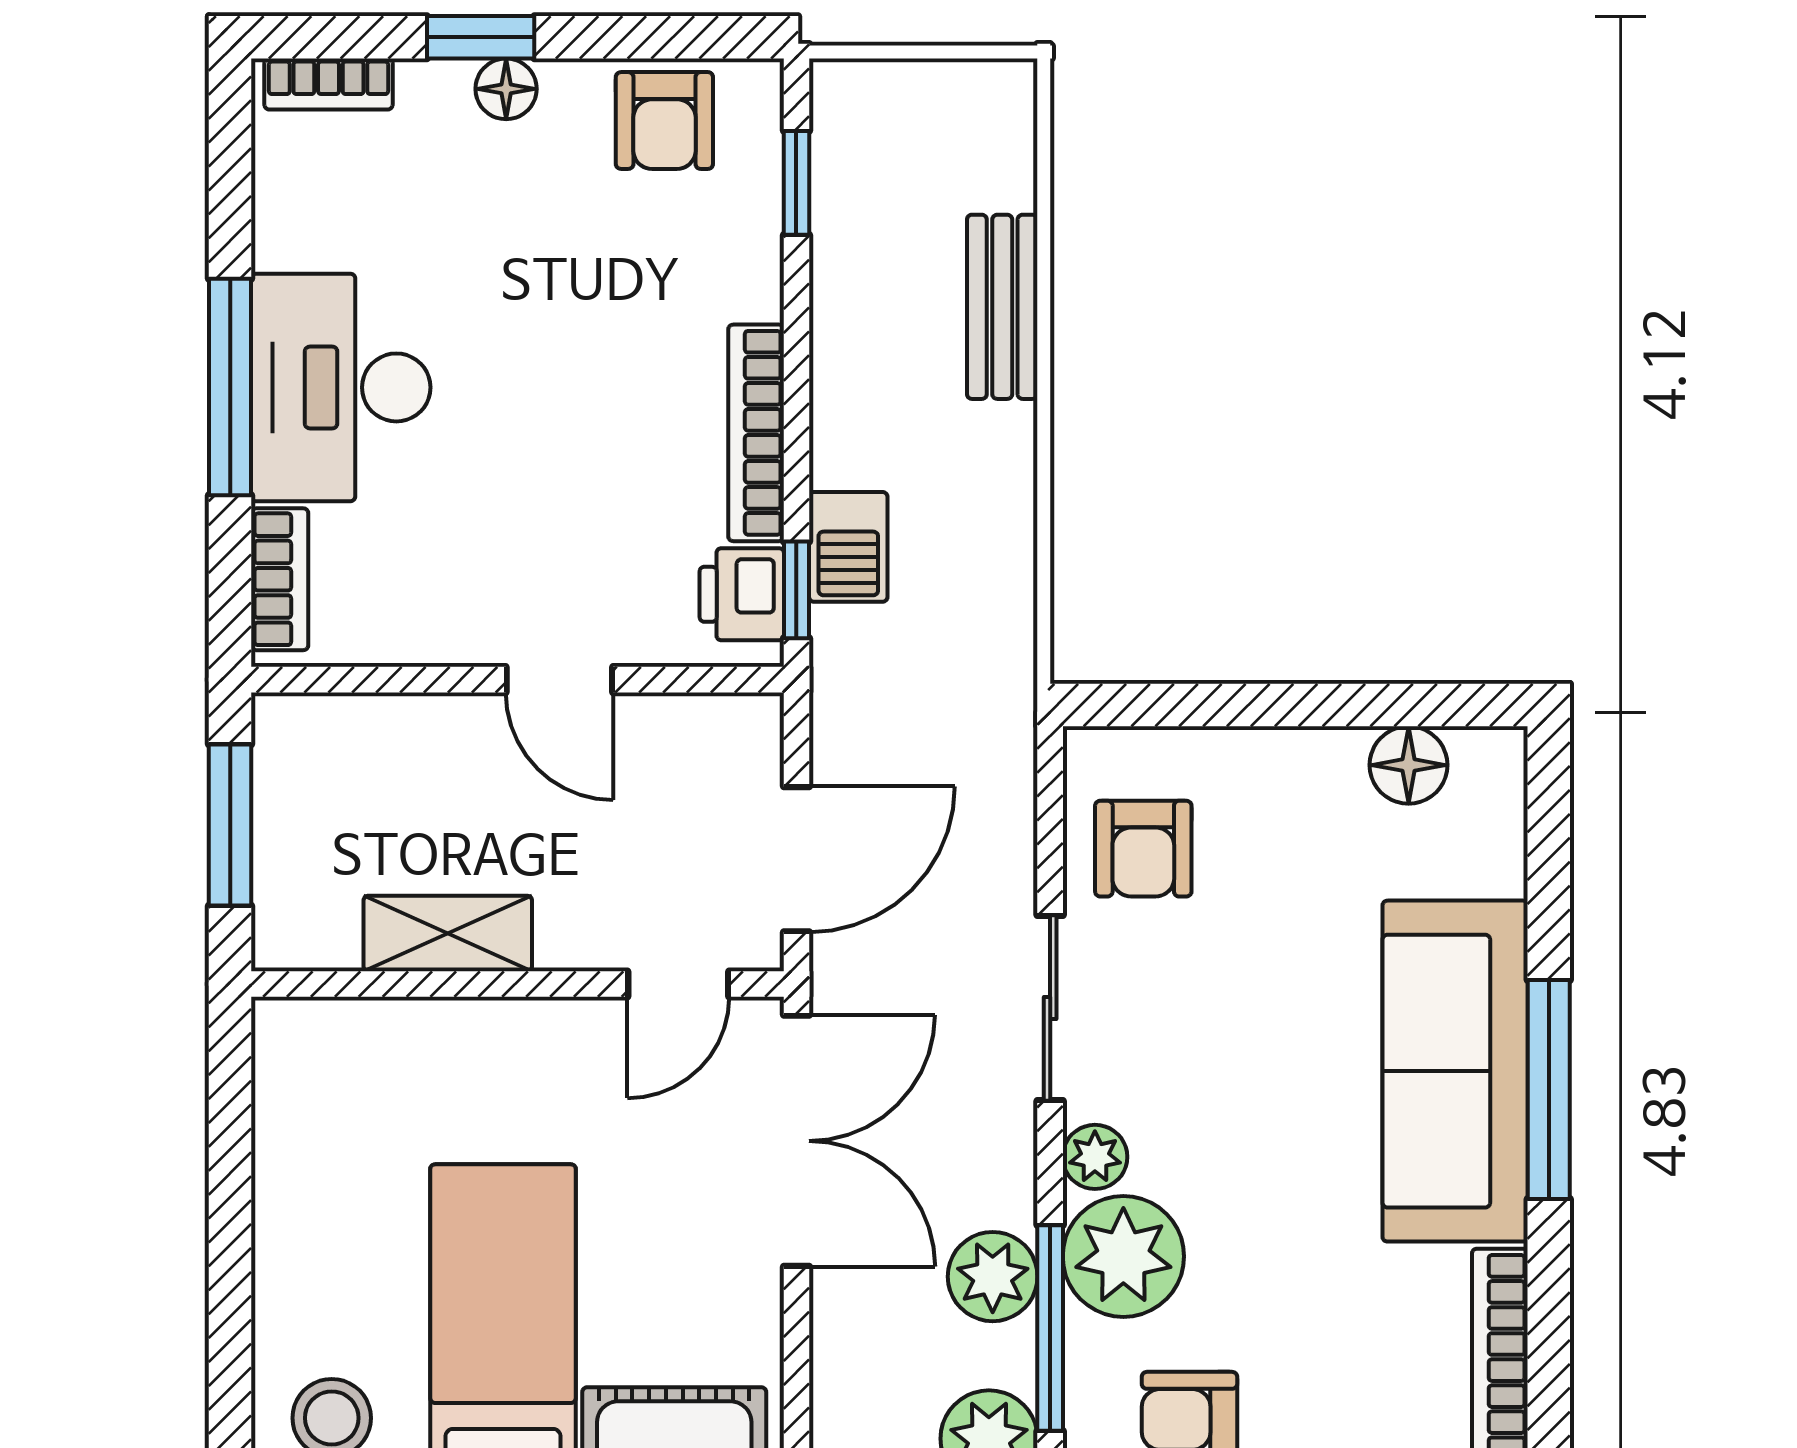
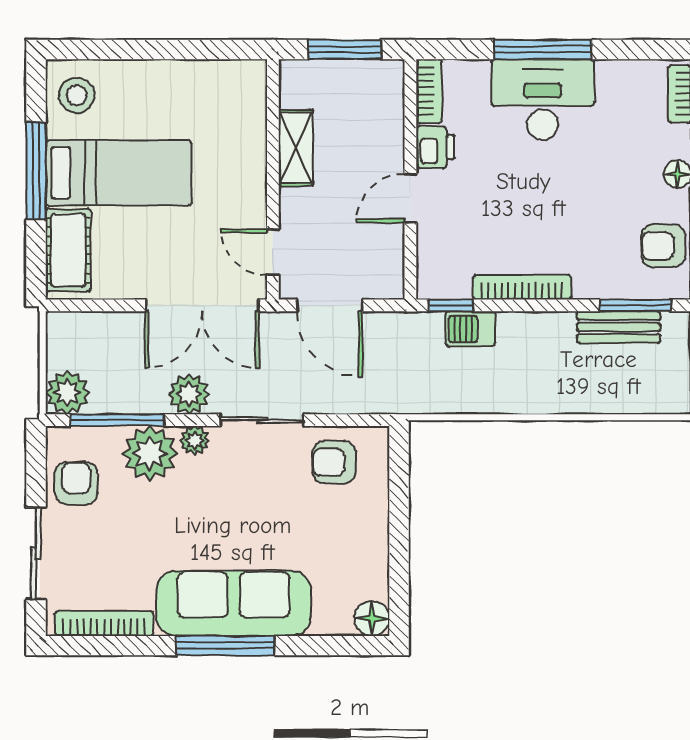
window: (796, 183) -> (635, 305), width x1.50
bench: (1002, 307) -> (619, 327), moved
bookcase: (280, 579) -> (429, 91), moved, turned -90
printer: (742, 594) -> (435, 147), moved, turned 90
floor lamp: (1409, 765) -> (372, 618), moved
plant: (993, 1277) -> (189, 394), moved

